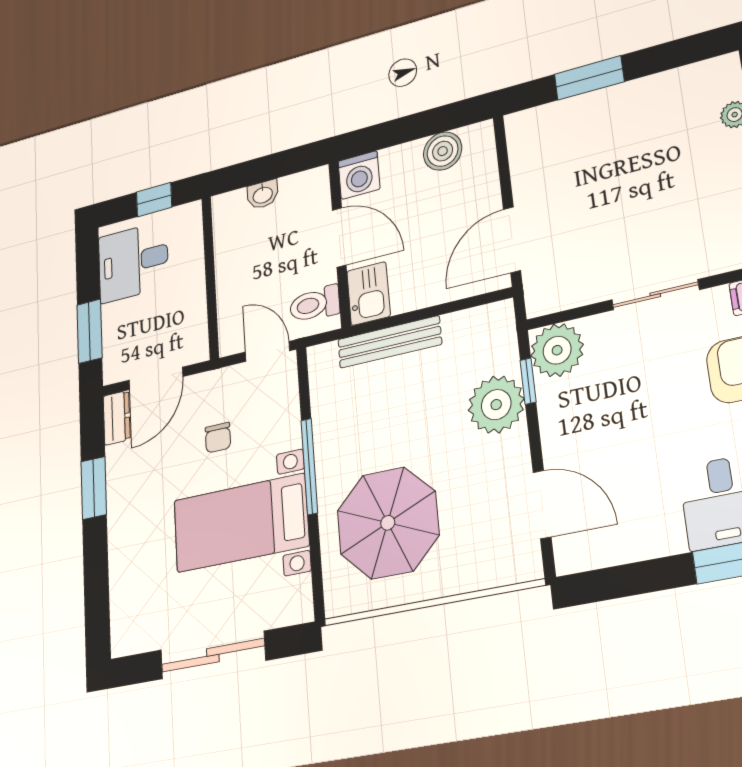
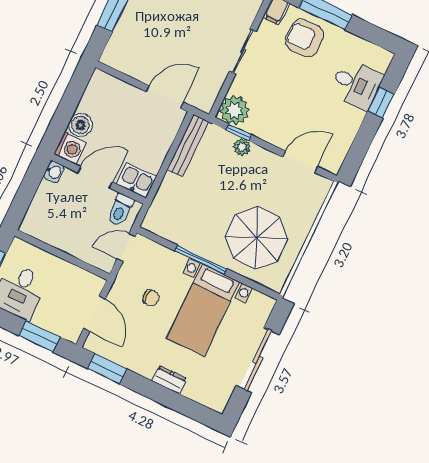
boiler: (443, 151) -> (80, 125), moved
washbasin: (263, 194) -> (54, 172), moved
door: (512, 240) -> (165, 97), swing flipped
bench: (389, 342) -> (188, 146), moved
plant: (496, 405) -> (242, 147), width x0.53, depth x0.53
dresser: (117, 418) -> (169, 380), moved
window: (94, 488) -> (107, 369), moved

